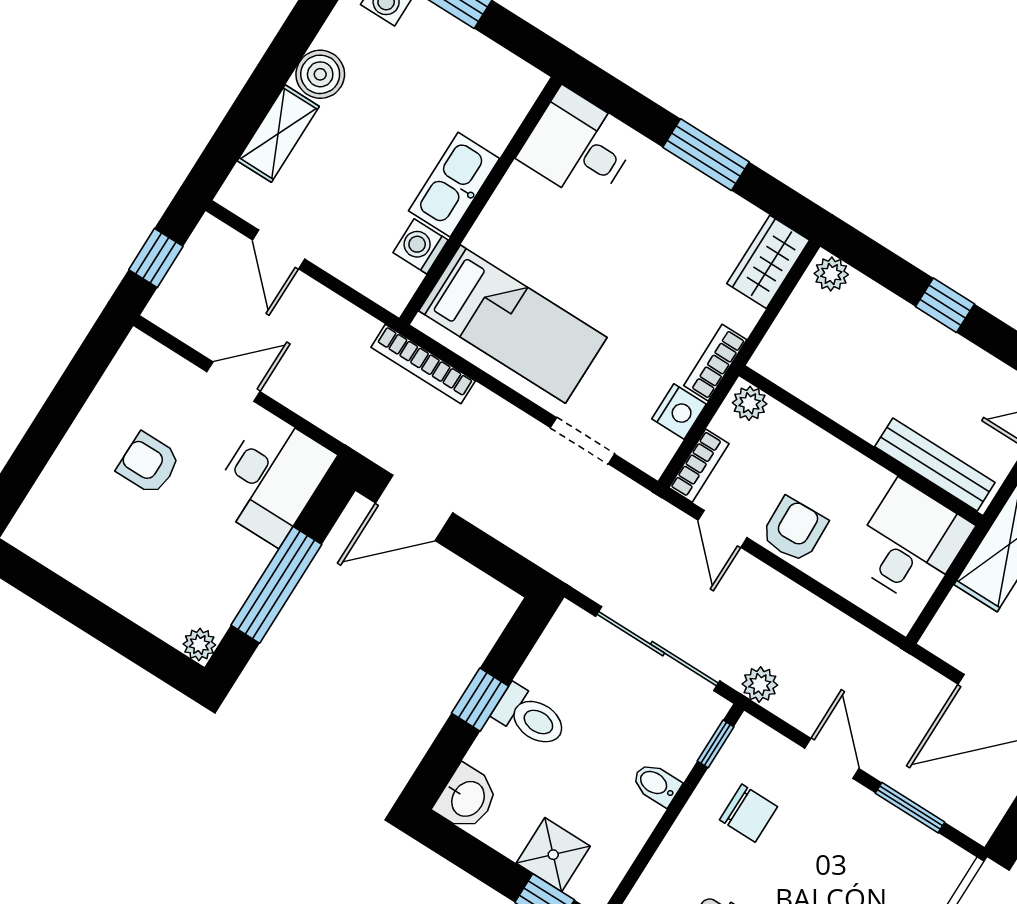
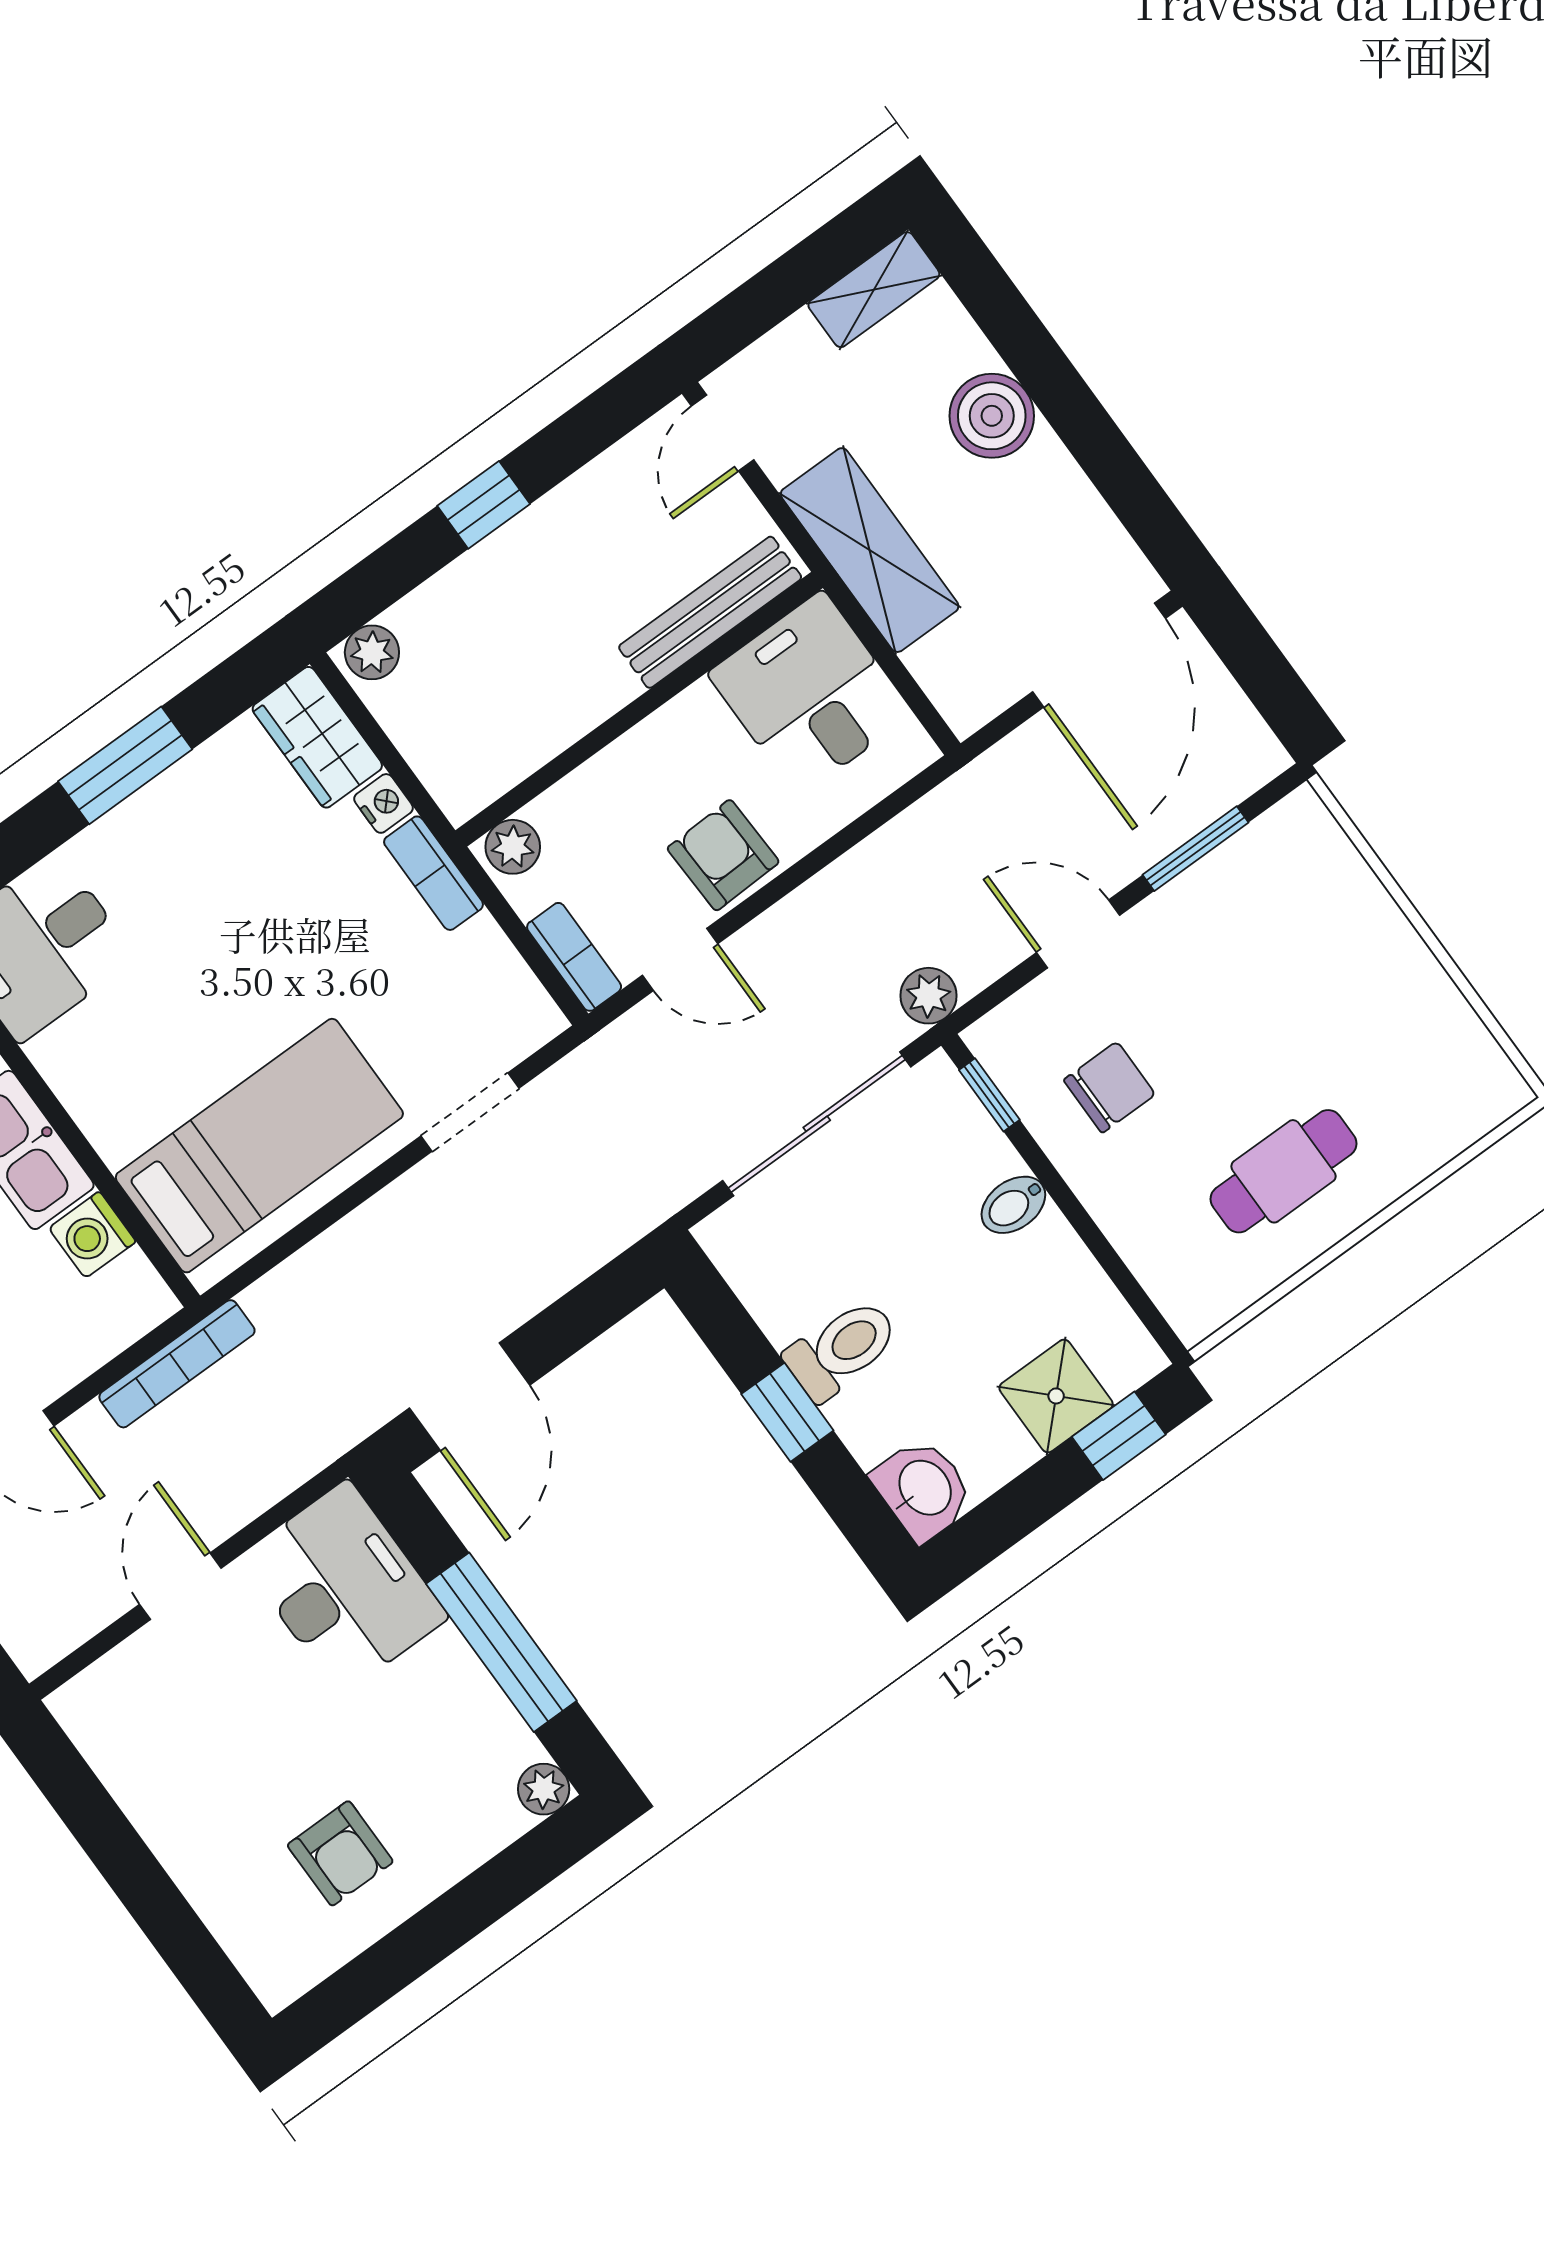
bookcase: (423, 364) -> (177, 1364), moved
nightstand: (679, 411) -> (383, 803), moved, width x0.72, depth x0.74
armchair: (149, 464) -> (340, 1853), moved, turned -90

